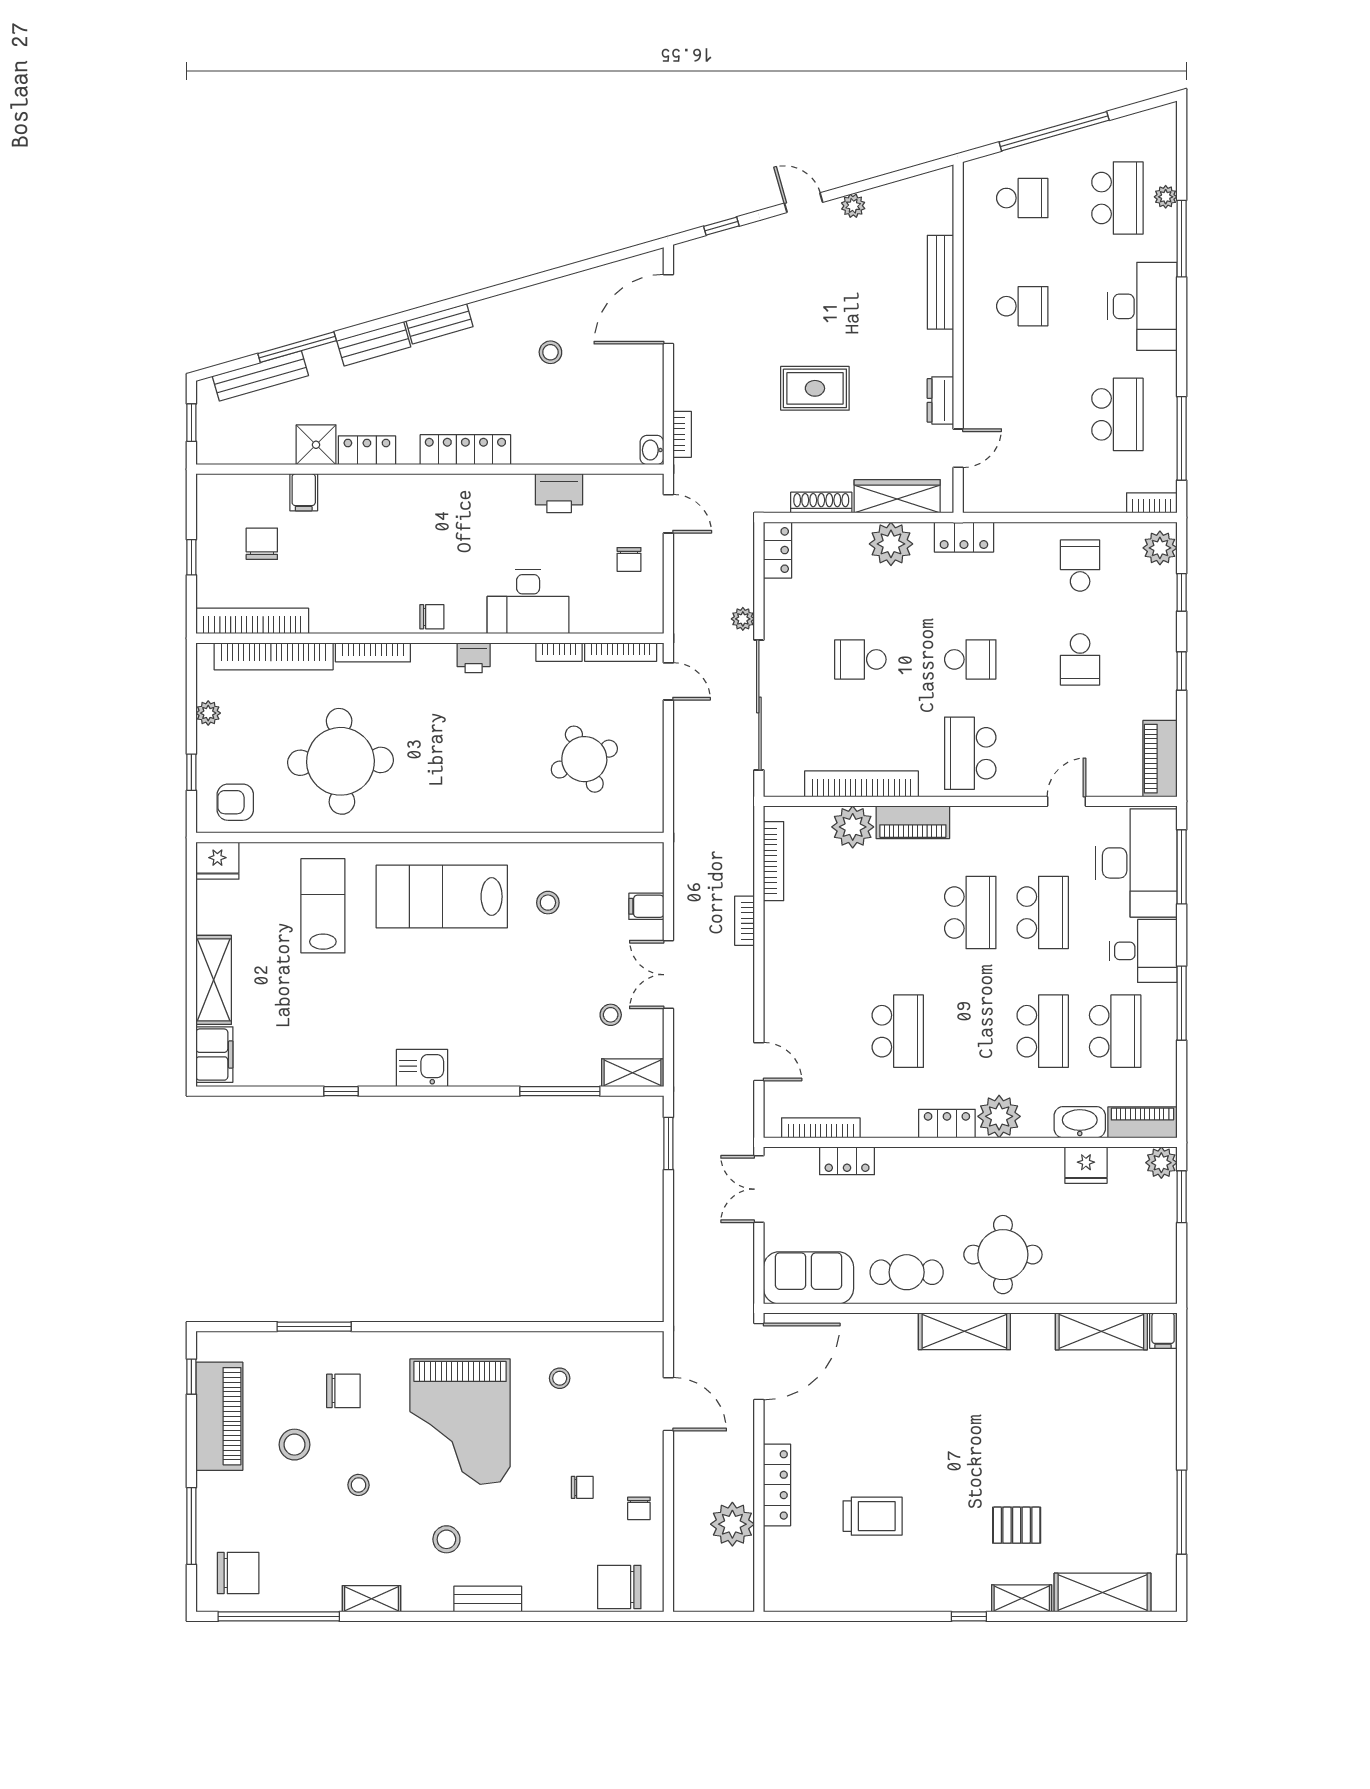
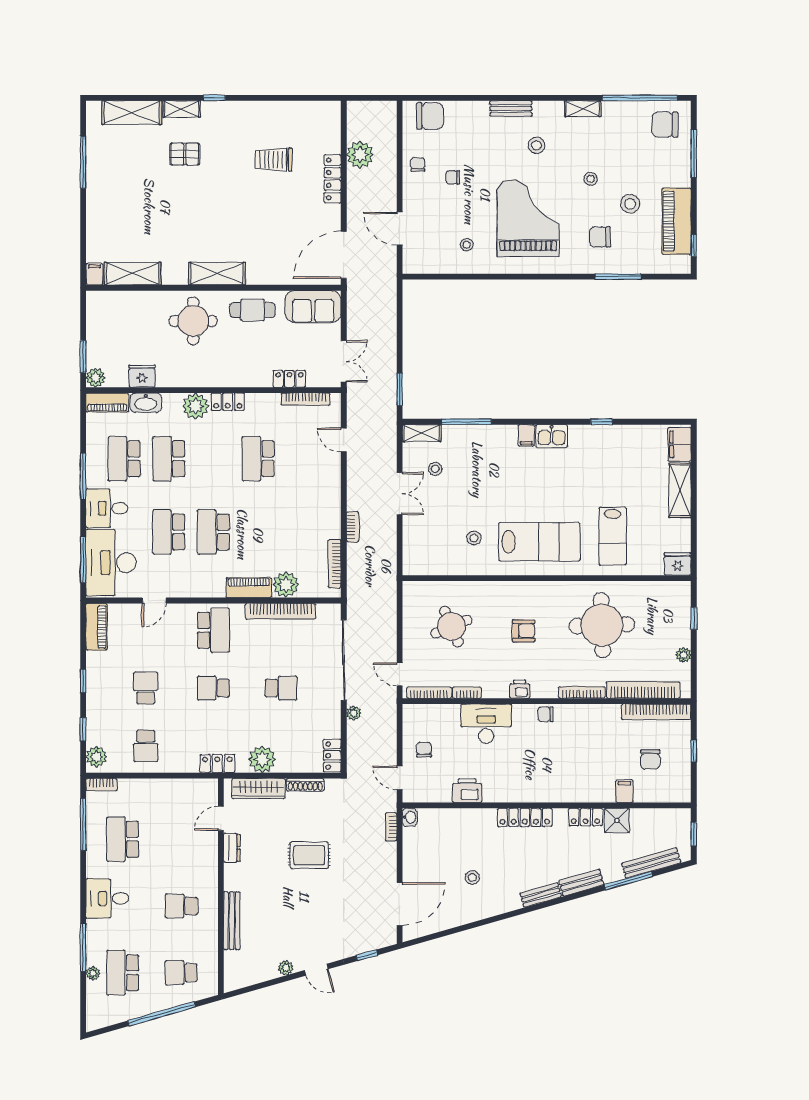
desk: (1142, 306) -> (107, 898), width x0.73
armchair: (235, 802) -> (524, 631), moved
filing cabinet: (646, 906) -> (526, 435), moved, turned 90

